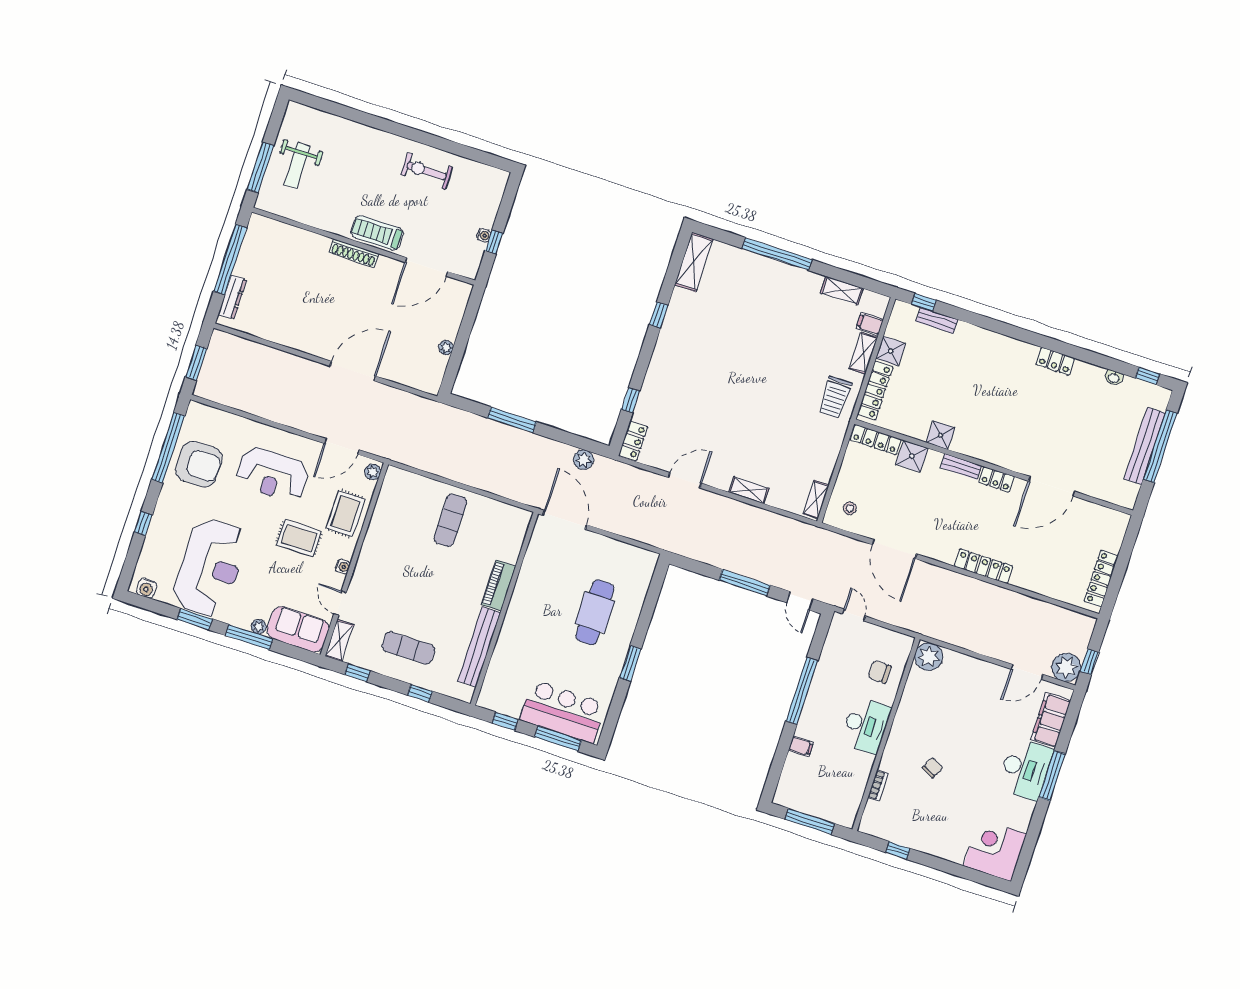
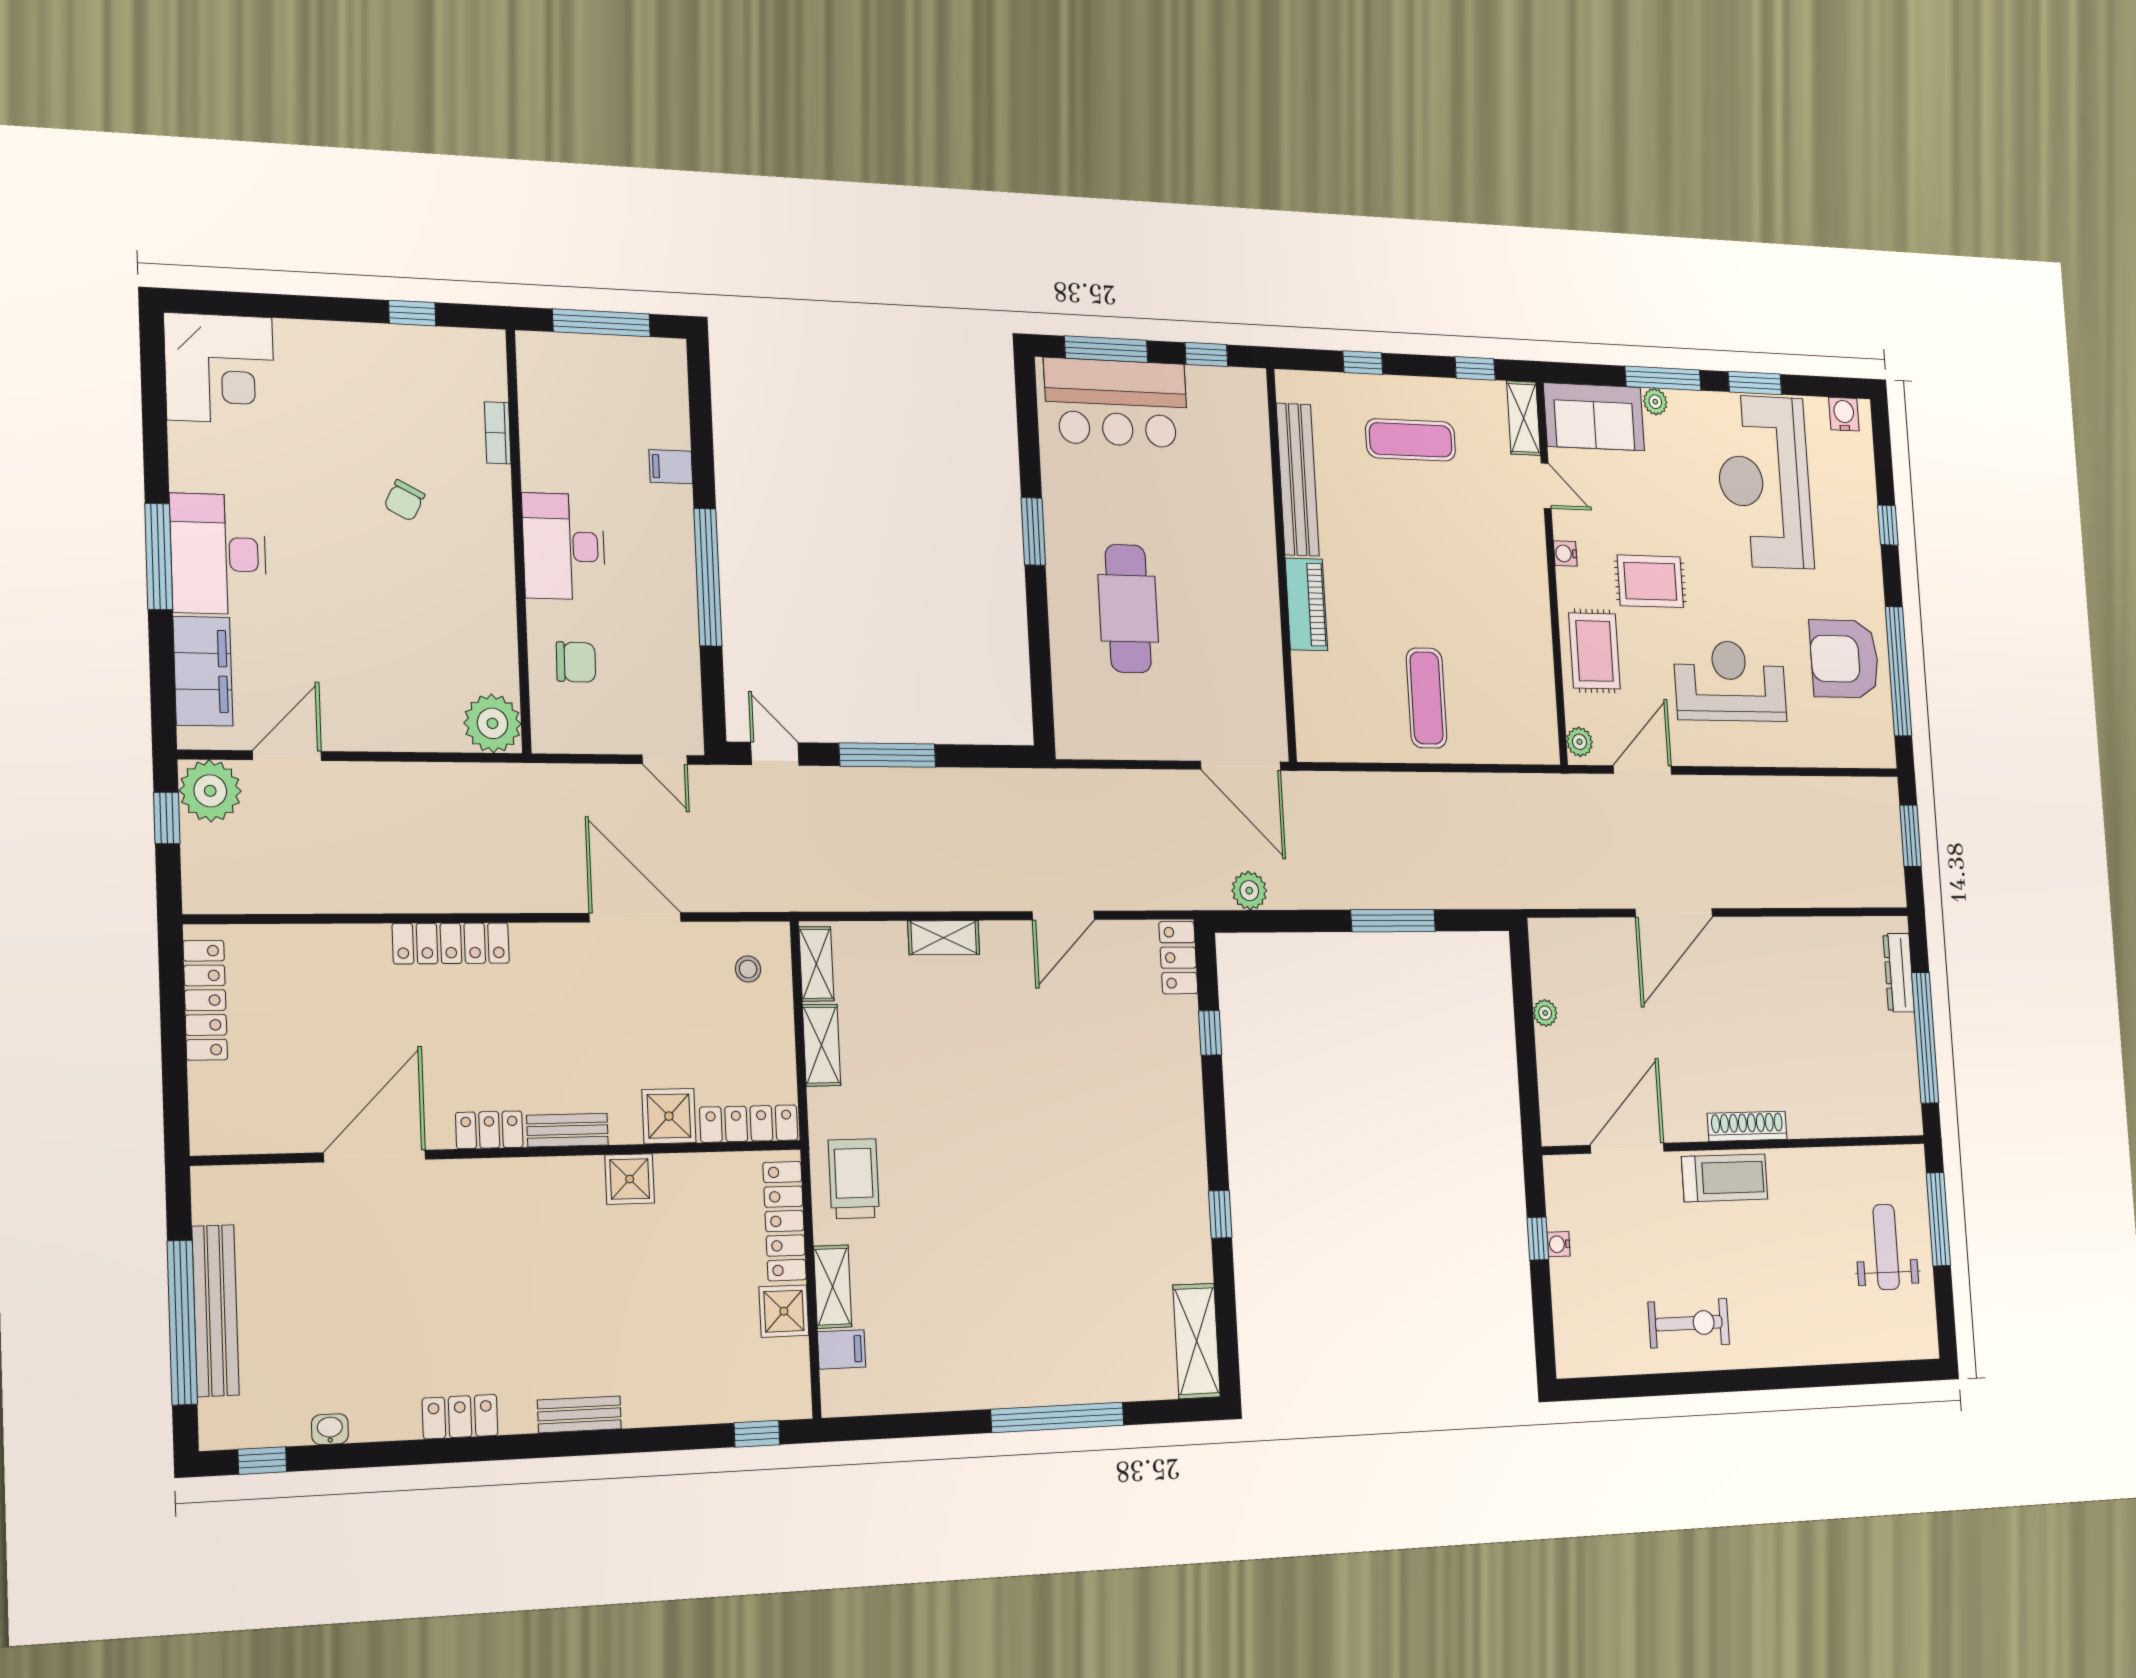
shelving: (842, 291) -> (822, 1045), moved, turned 90
bench: (937, 321) -> (579, 1414), moved

